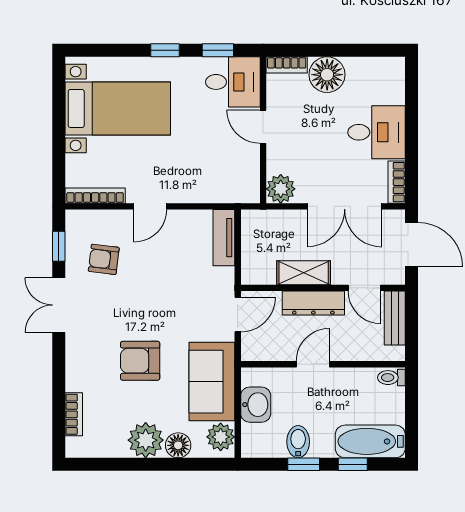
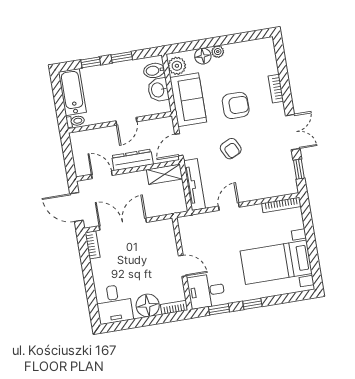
desk: (377, 132) -> (114, 304), moved, turned -90
plant: (281, 189) -> (165, 229), removed
door: (150, 206) -> (229, 207), moved
tv unit: (224, 238) -> (194, 185), width x1.41
armchair: (104, 259) -> (231, 149), moved, turned 57
shelving: (304, 273) -> (164, 174), moved
bench: (395, 318) -> (79, 159), removed
bookcase: (74, 414) -> (276, 89), moved
plant: (146, 440) -> (218, 52), width x0.53, depth x0.53
bathtub: (370, 441) -> (72, 92), moved, turned -90
bidet: (298, 442) -> (154, 70), moved, turned 90

